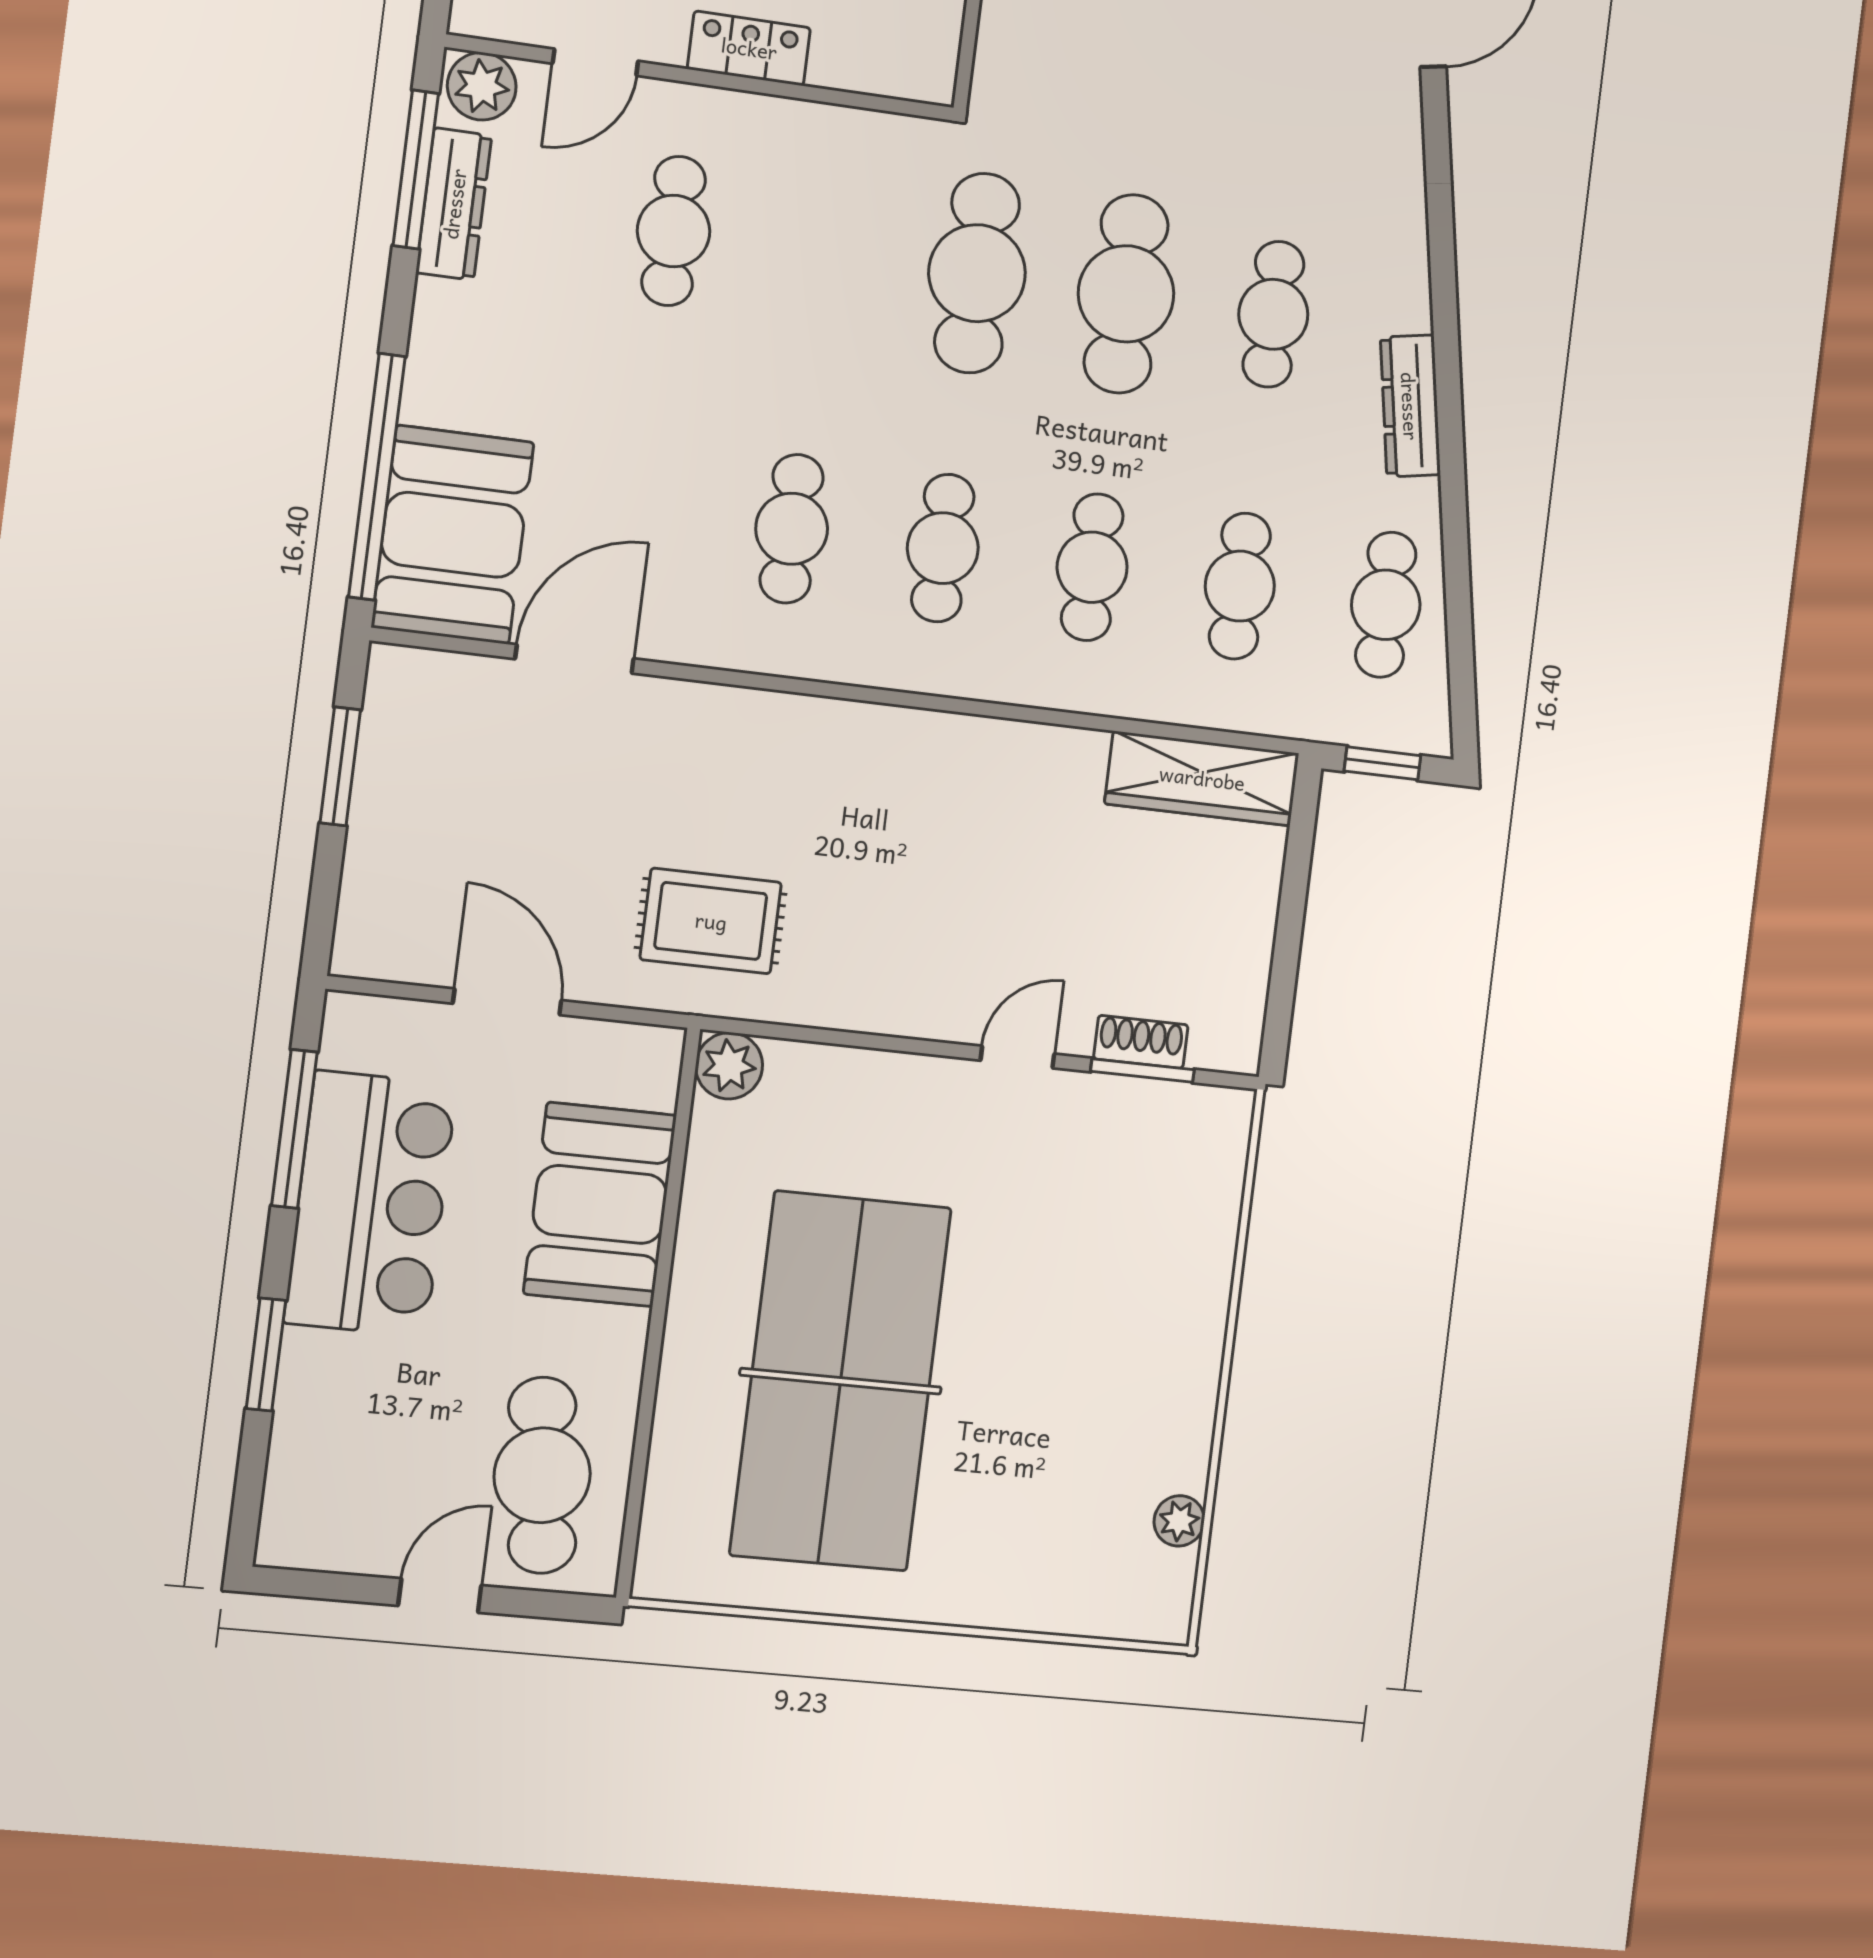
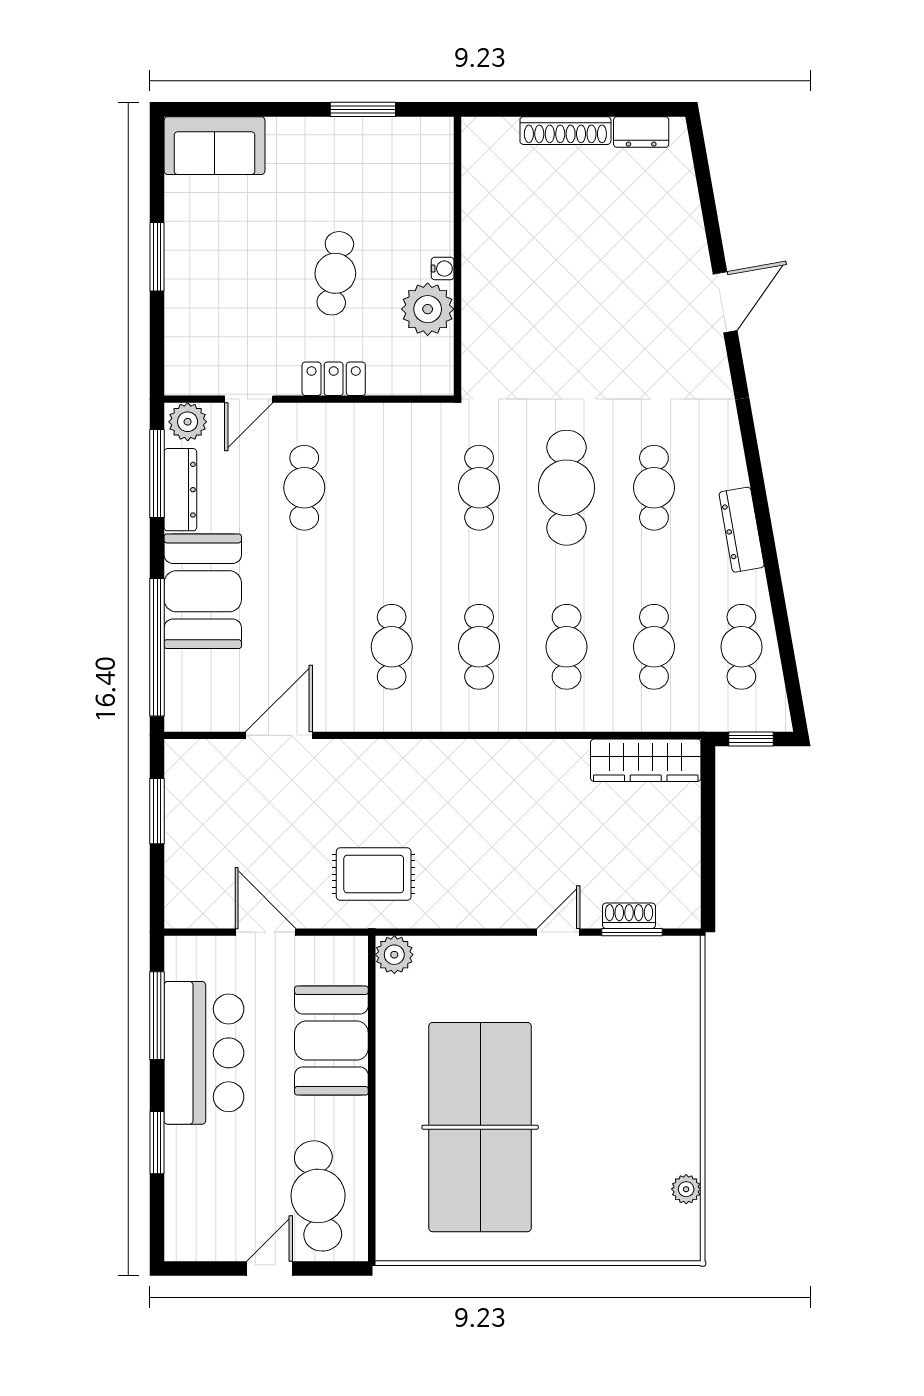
cafe table: (977, 273) -> (479, 488), width x0.73, depth x0.74
booth: (453, 535) -> (203, 591), moved

